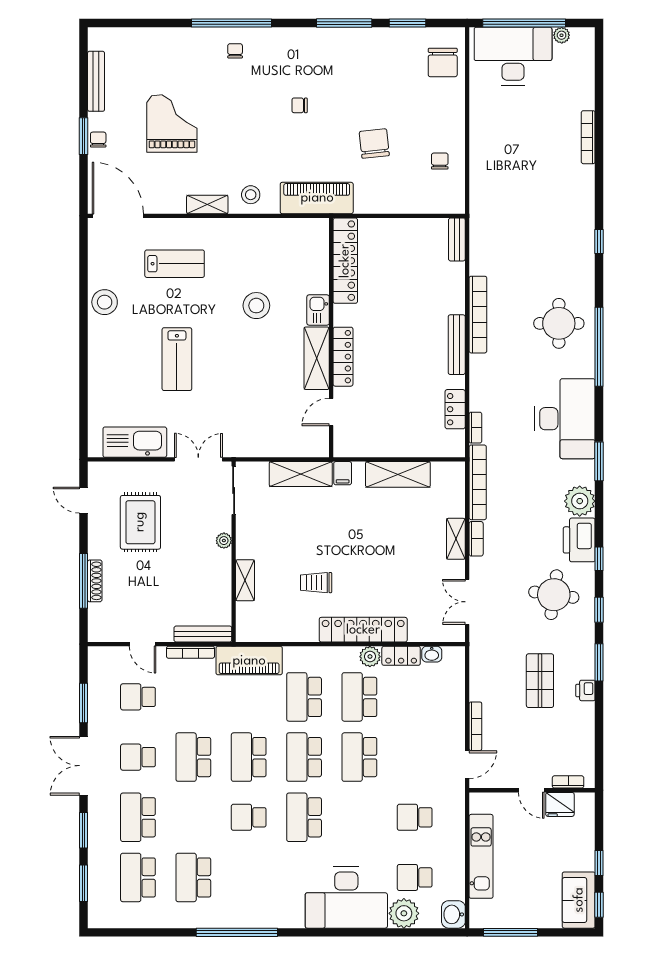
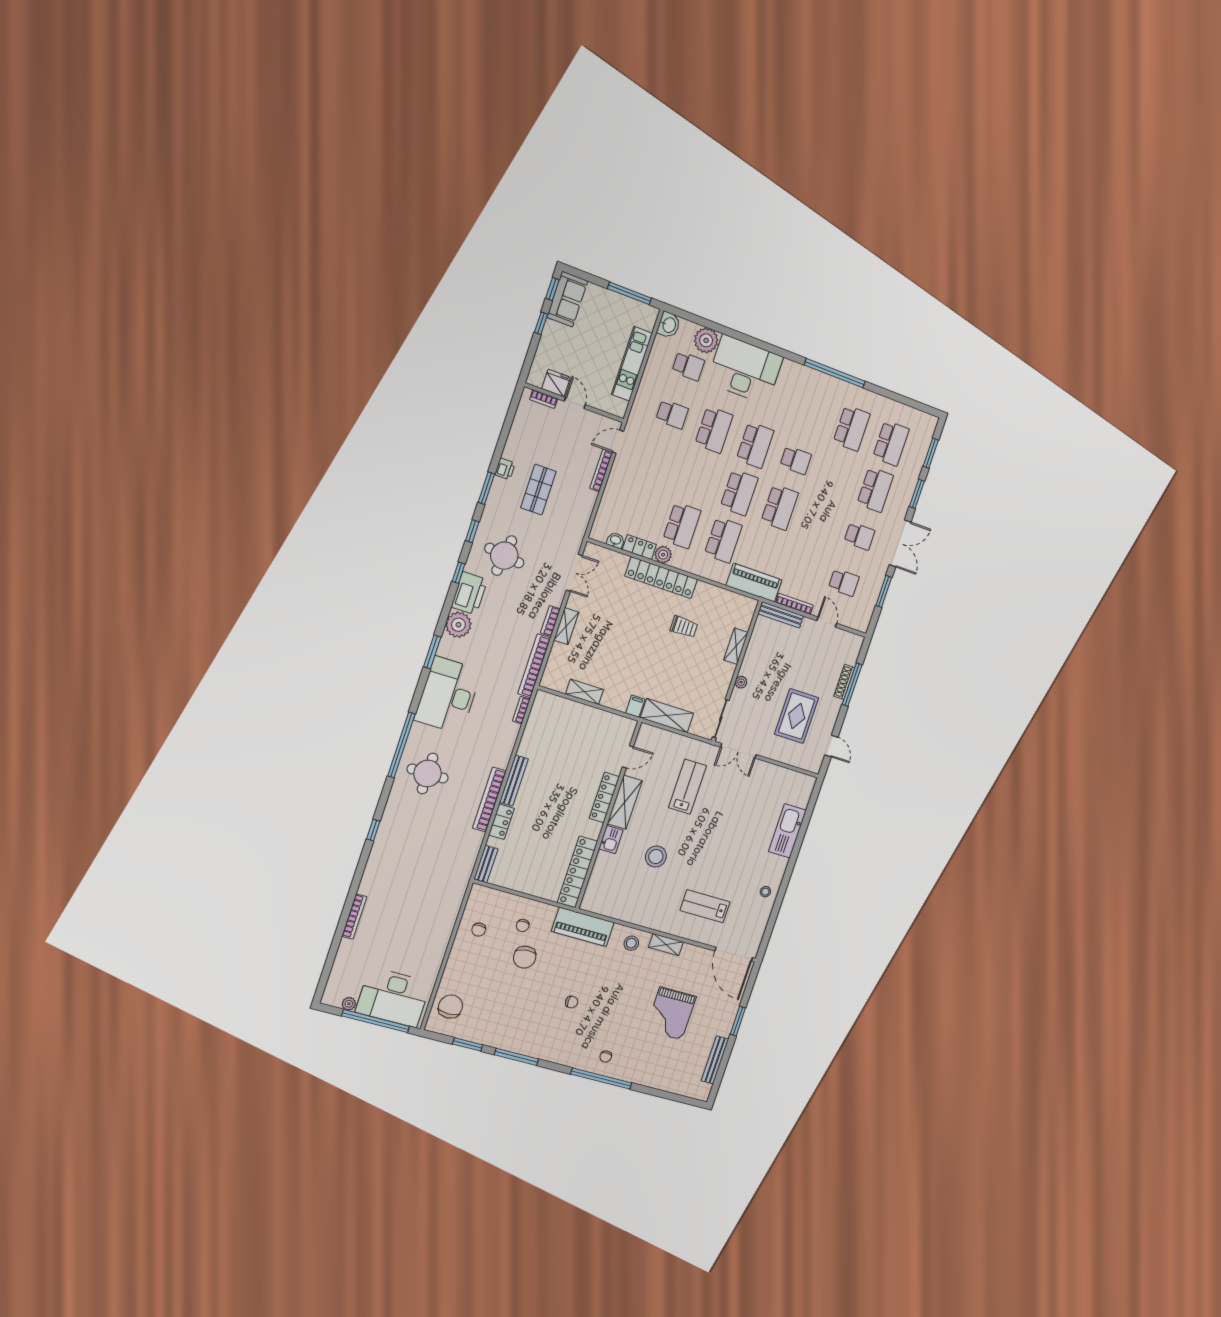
chair: (98, 140) -> (523, 925), moved
stool: (105, 302) -> (765, 892), width x0.53, depth x0.53
lab bench: (177, 359) -> (688, 787), moved
locker: (455, 409) -> (502, 822), moved
kitchen sink: (135, 442) -> (787, 831), moved, turned 90
shelving: (398, 474) -> (585, 692), width x0.67, depth x0.75
school desk: (193, 757) -> (820, 522), removed
school desk: (359, 757) -> (714, 430), moved

